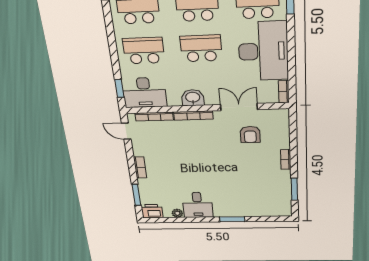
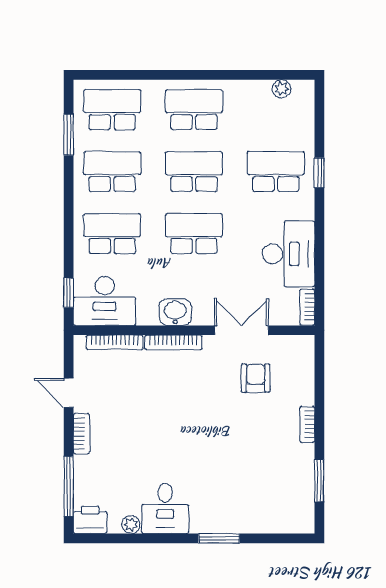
desk: (263, 51) -> (289, 254), width x0.73, depth x0.77
door: (126, 131) -> (69, 393), moved
armchair: (250, 134) -> (256, 378), turned 180
window: (136, 195) -> (69, 486), width x1.44

